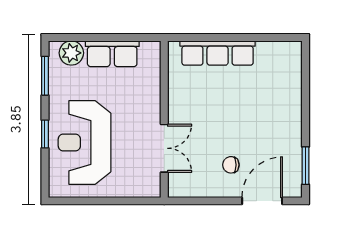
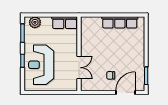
row of seats: (218, 53) -> (120, 22), moved
row of seats: (112, 54) -> (65, 23), moved

